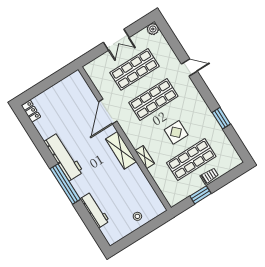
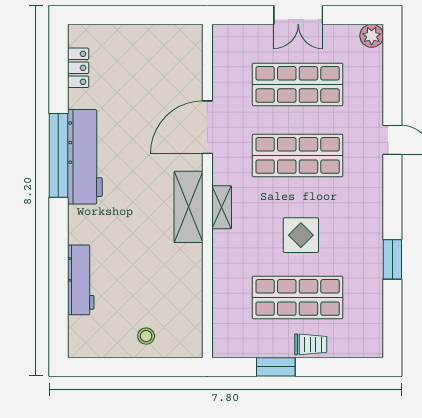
locker: (31, 111) -> (78, 68), moved
shelving: (145, 157) -> (222, 207), moved
window: (65, 184) -> (58, 155), moved

